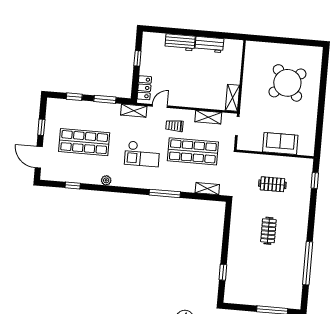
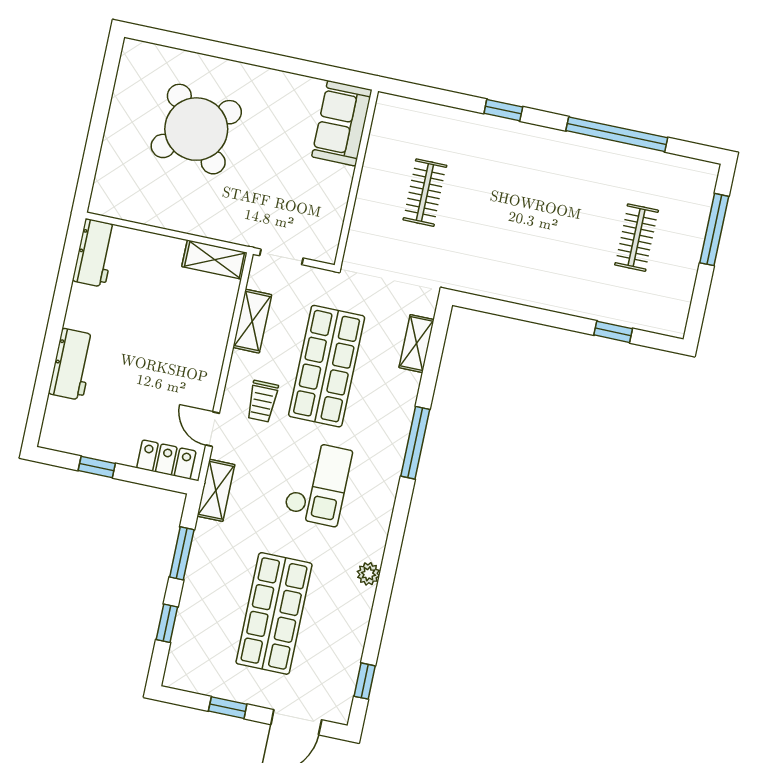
workbench: (209, 44) -> (95, 253), moved
sofa: (280, 143) -> (342, 123), moved
window: (315, 181) -> (503, 110), moved
window: (73, 186) -> (365, 681), moved
clothes rail: (268, 231) -> (637, 238), moved, turned 90

